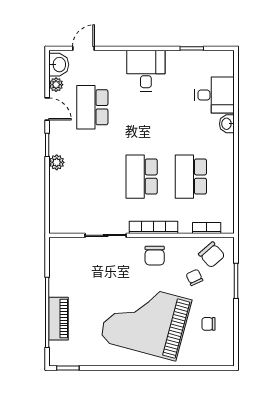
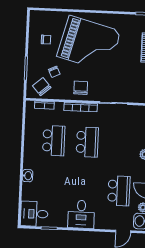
desk: (215, 95) -> (34, 214), moved

